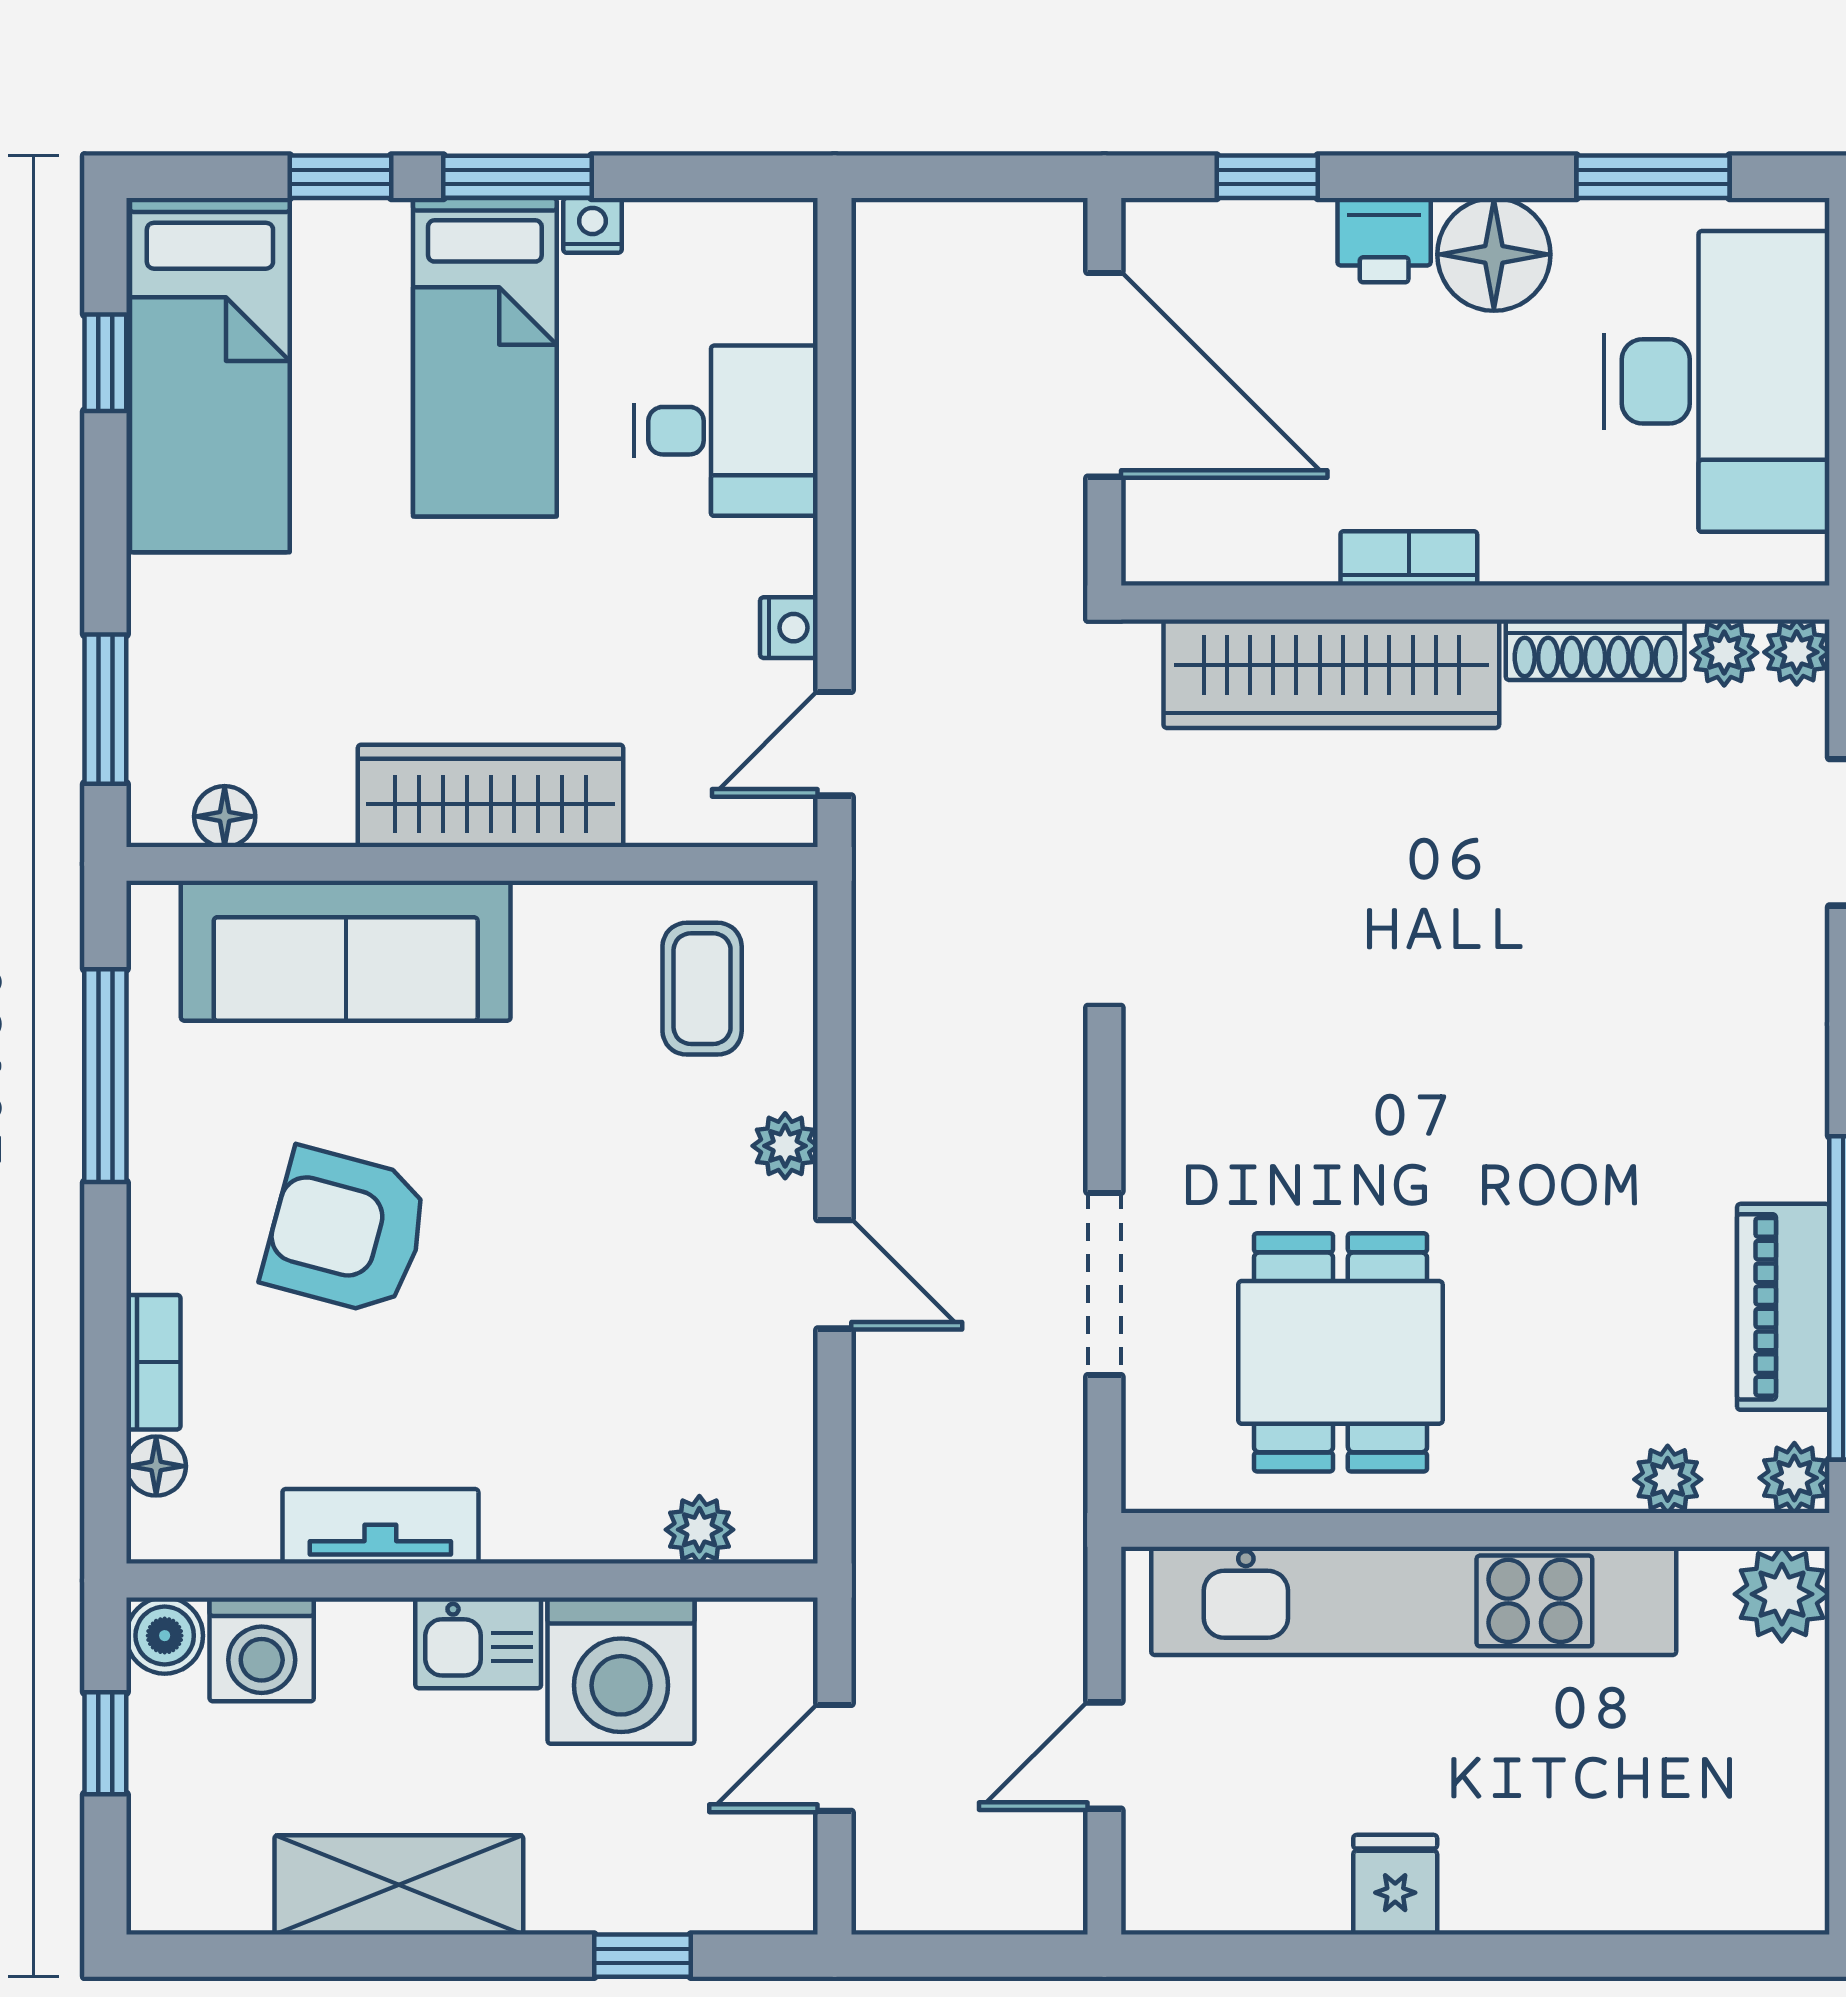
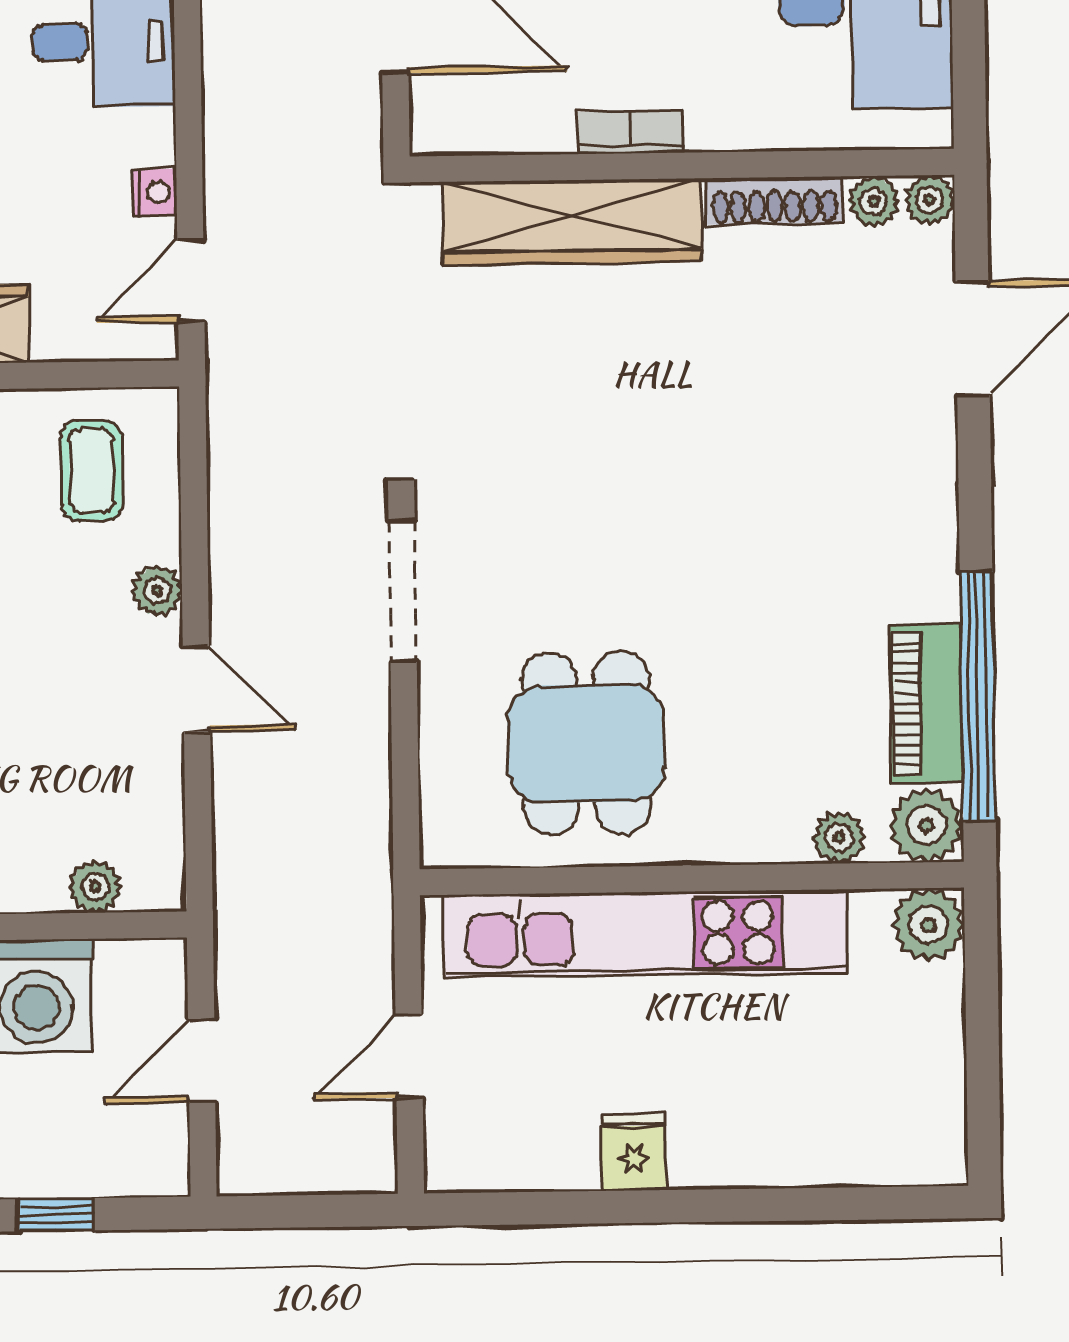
doorway: (1104, 1284) -> (403, 591), moved
plant: (1794, 1478) -> (926, 825), width x1.38, depth x1.38

